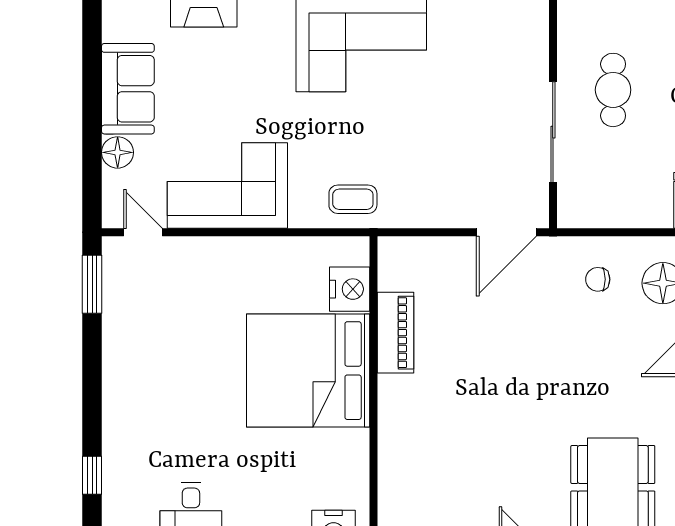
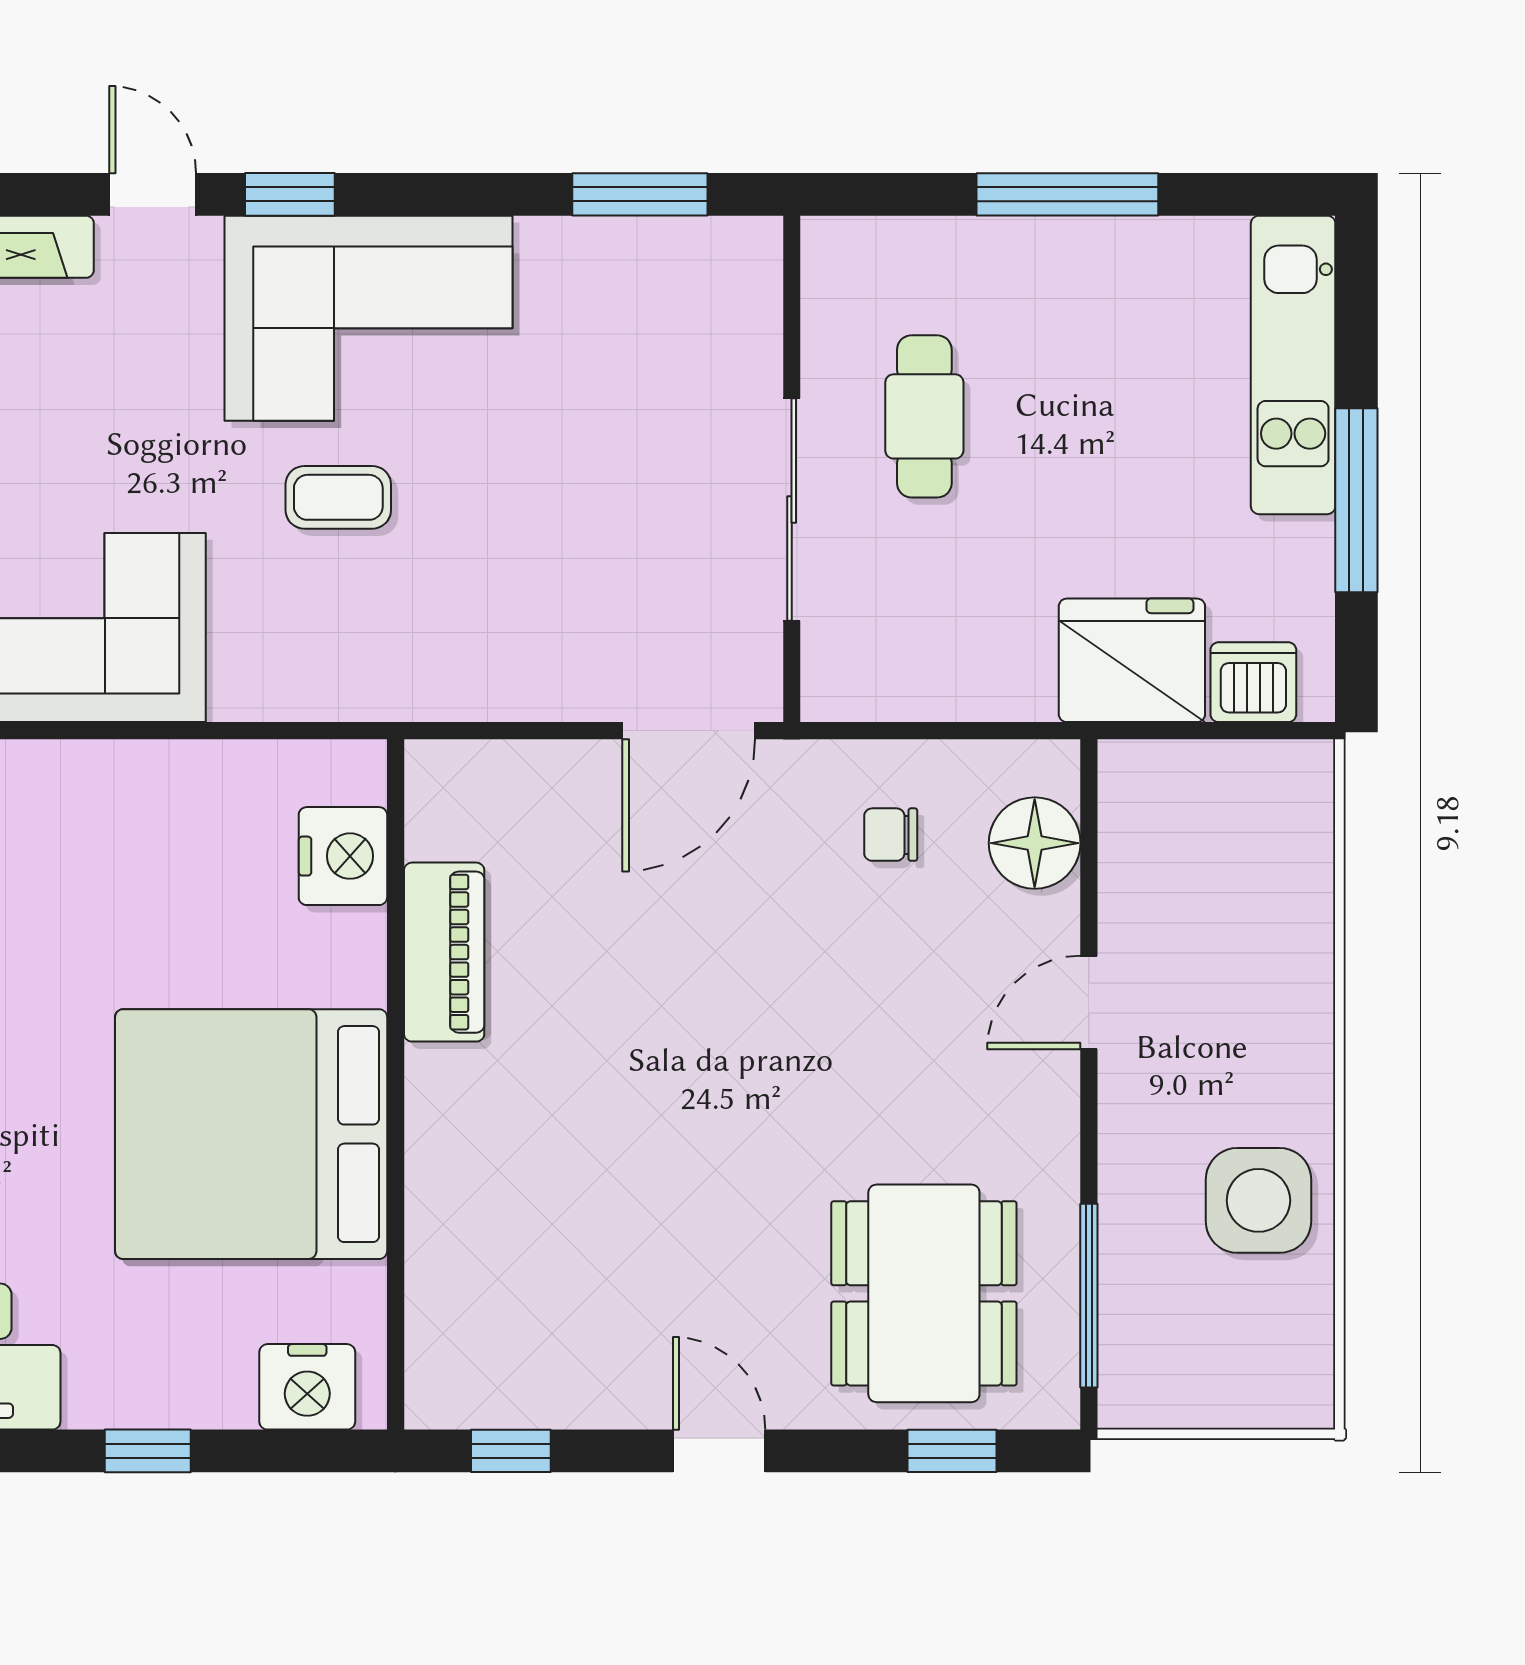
coffee table: (353, 199) -> (338, 497), moved
bed: (308, 371) -> (251, 1134), moved

